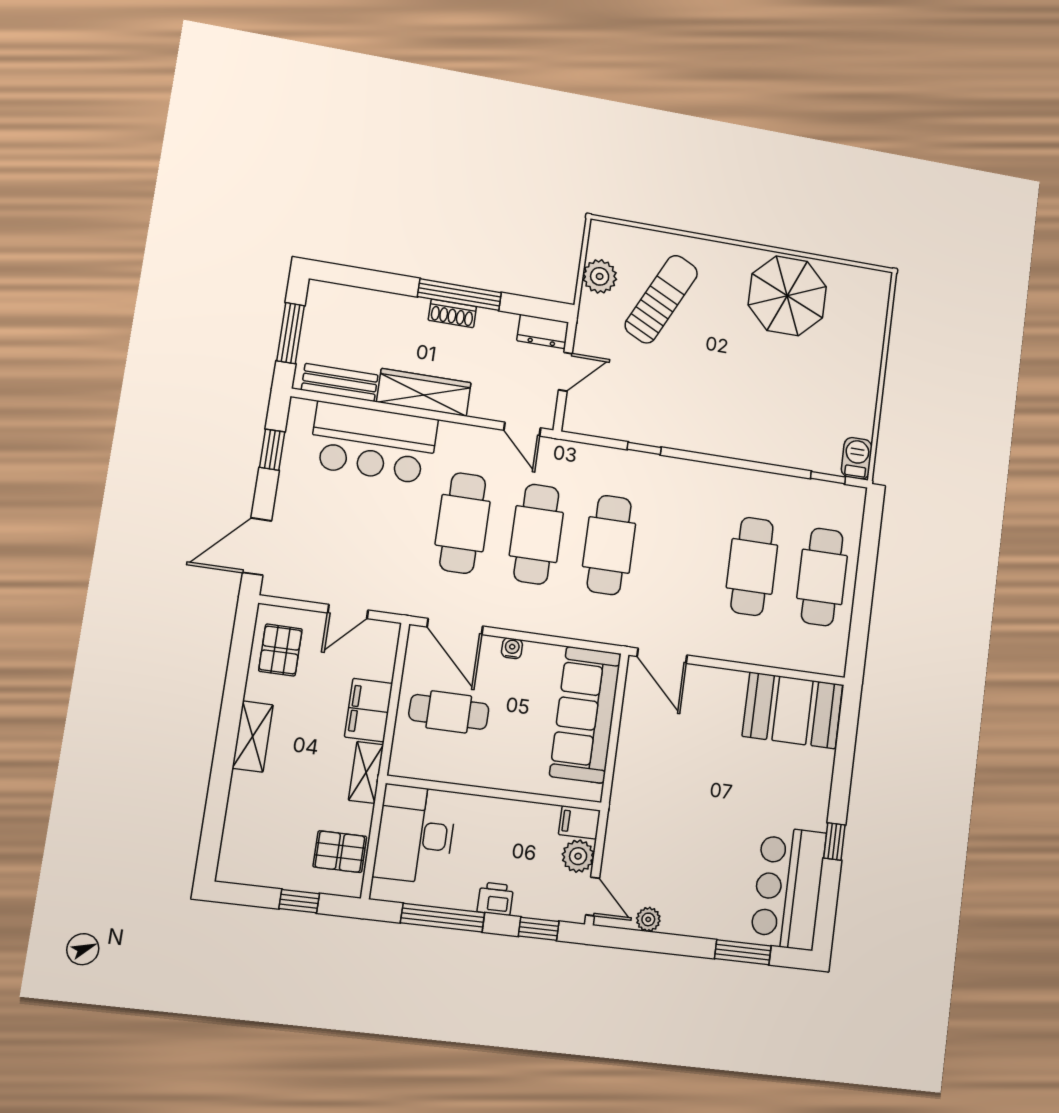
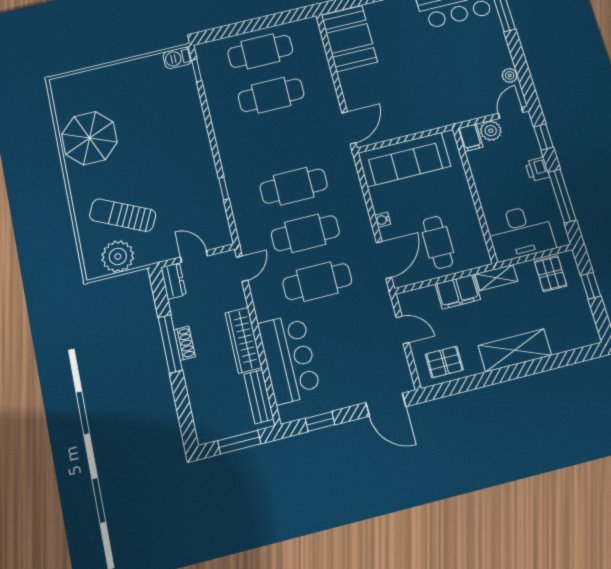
plant: (600, 276) -> (118, 256), width x1.36, depth x1.36
shelving: (253, 736) -> (515, 350), width x1.50, depth x1.33

